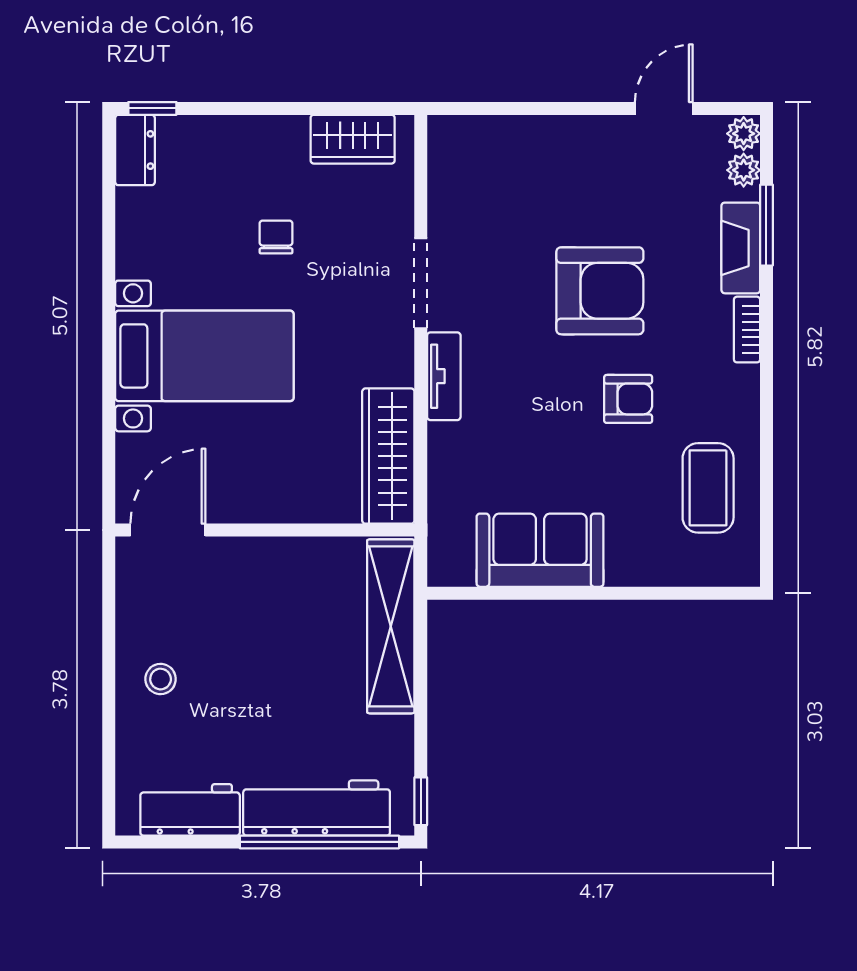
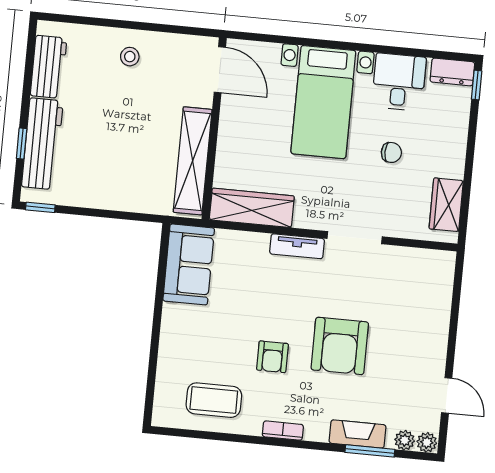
desk: (160, 236) -> (399, 82), added
bookcase: (747, 330) -> (283, 431), moved
sofa: (540, 550) -> (189, 264), moved
shelving: (391, 626) -> (193, 161), moved, turned 90
window: (319, 842) -> (22, 143), width x0.32

